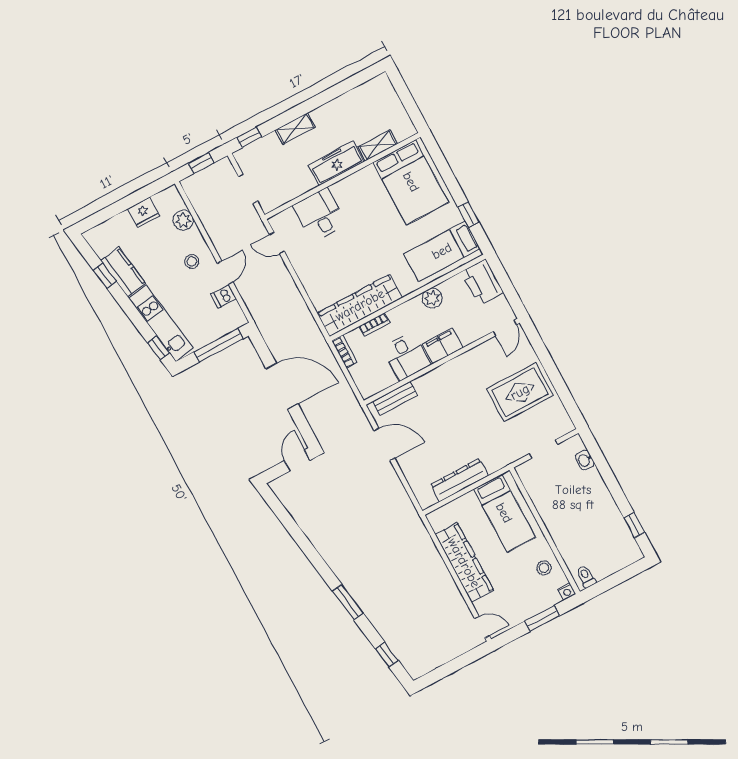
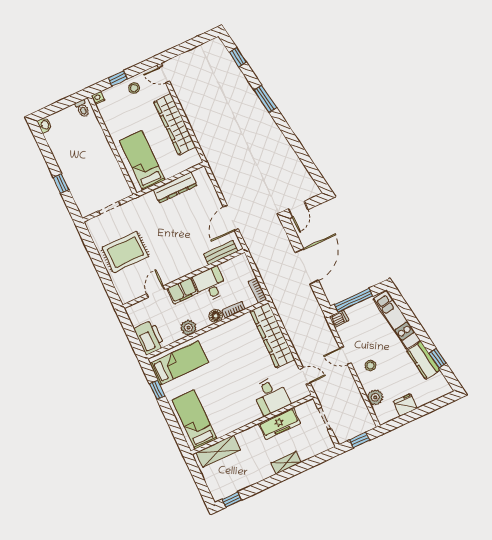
window: (249, 137) -> (232, 500), moved
shelving: (378, 145) -> (218, 451), width x1.50, depth x1.33
freezer: (336, 163) -> (279, 424), moved
bed: (411, 182) -> (194, 419), width x0.67
door: (225, 273) -> (345, 356), hinge flipped
dishwasher: (223, 296) -> (339, 319), moved
wardrobe: (360, 305) -> (272, 335), moved, turned 90
floor lamp: (397, 315) -> (216, 316), added
door: (505, 328) -> (156, 292), moved
window: (158, 348) -> (399, 301), removed
door: (282, 386) -> (307, 267), swing flipped
door: (384, 444) -> (231, 218), hinge flipped
washbasin: (585, 460) -> (45, 125), moved
window: (634, 525) -> (61, 183), moved
stool: (544, 568) -> (134, 88), moved
window: (542, 618) -> (118, 78), width x0.67

